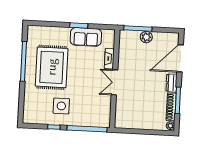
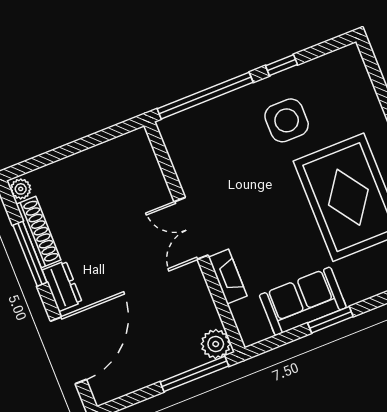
plant: (146, 37) -> (216, 344), moved
double door: (115, 82) -> (191, 228), swing flipped

